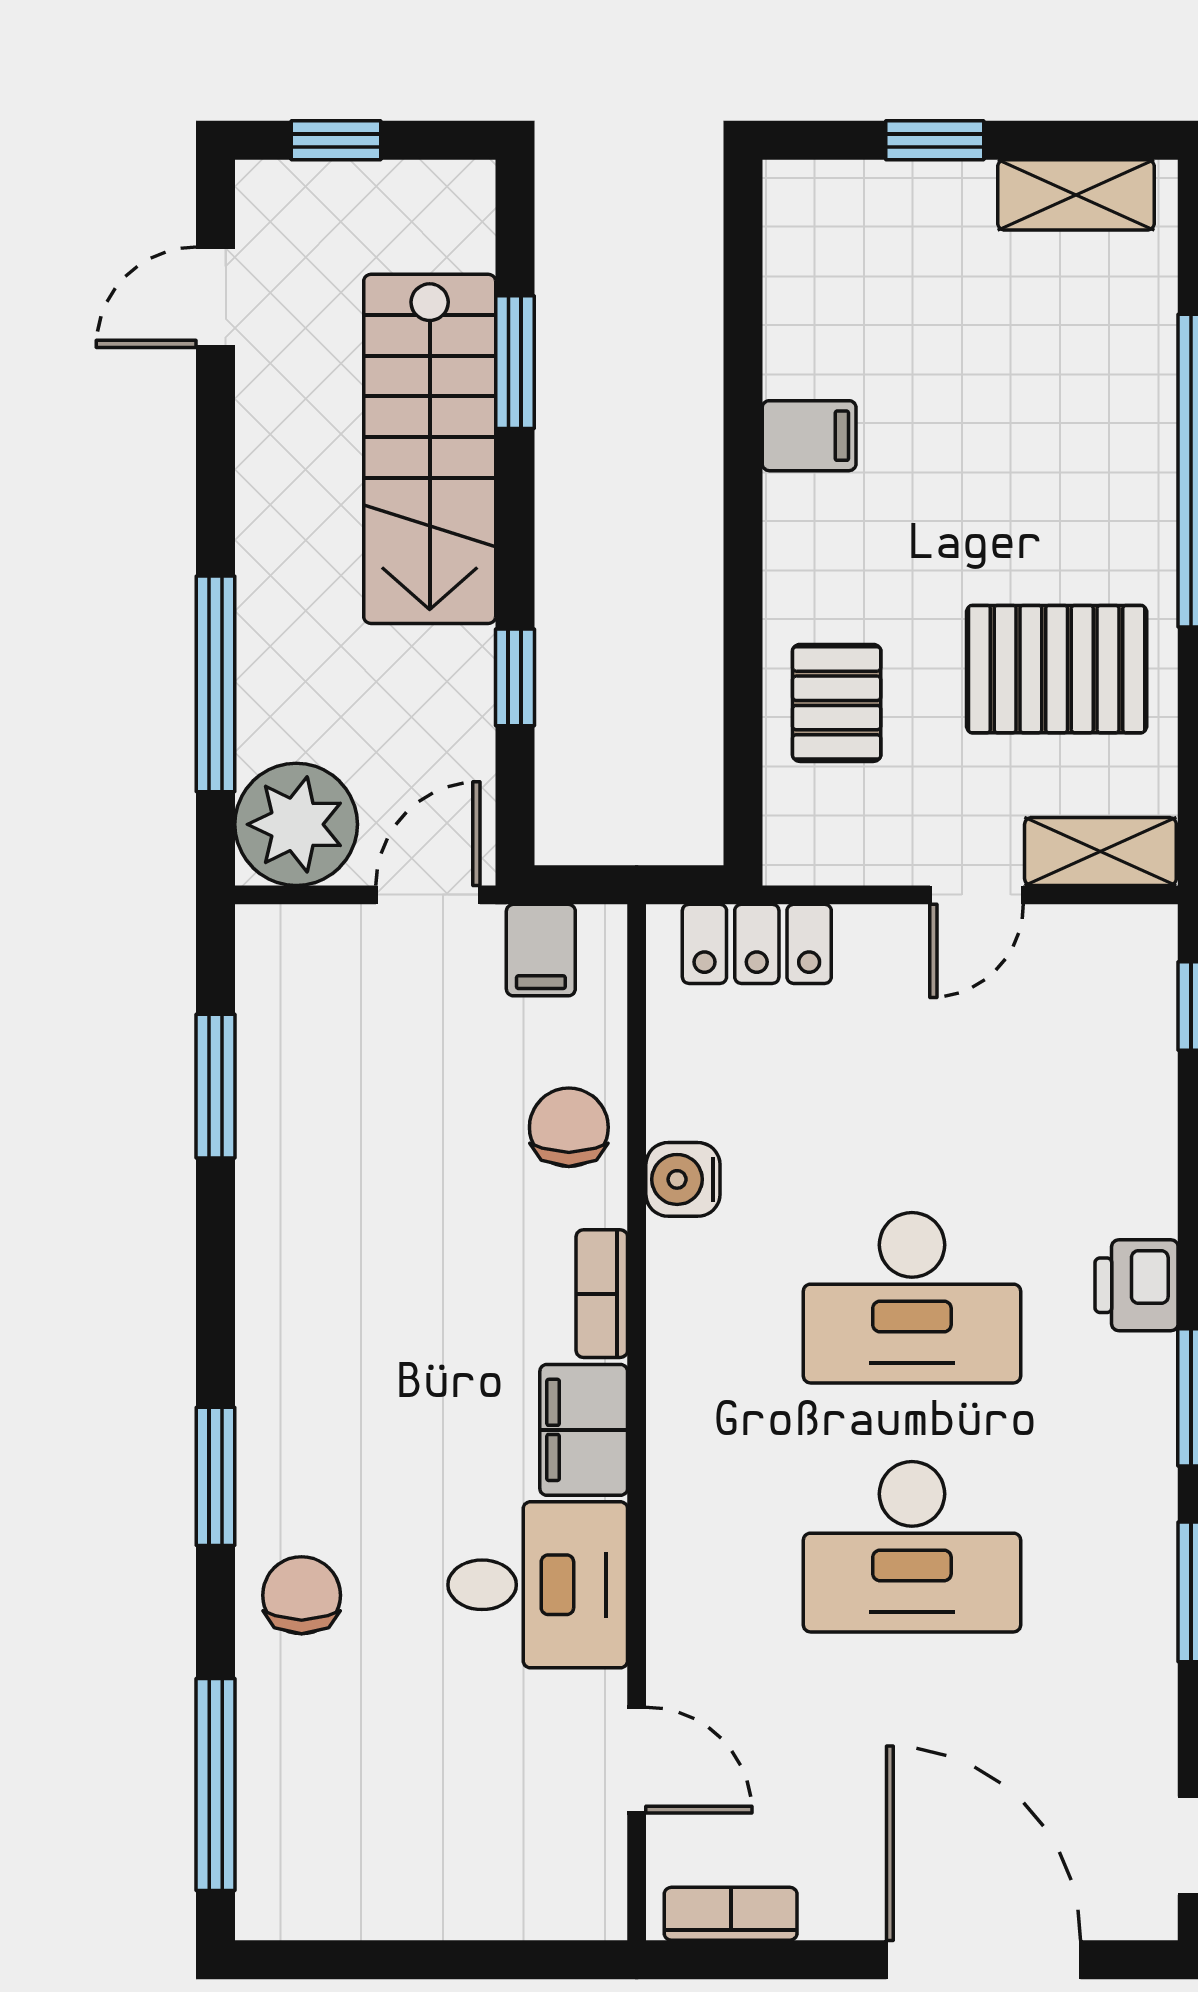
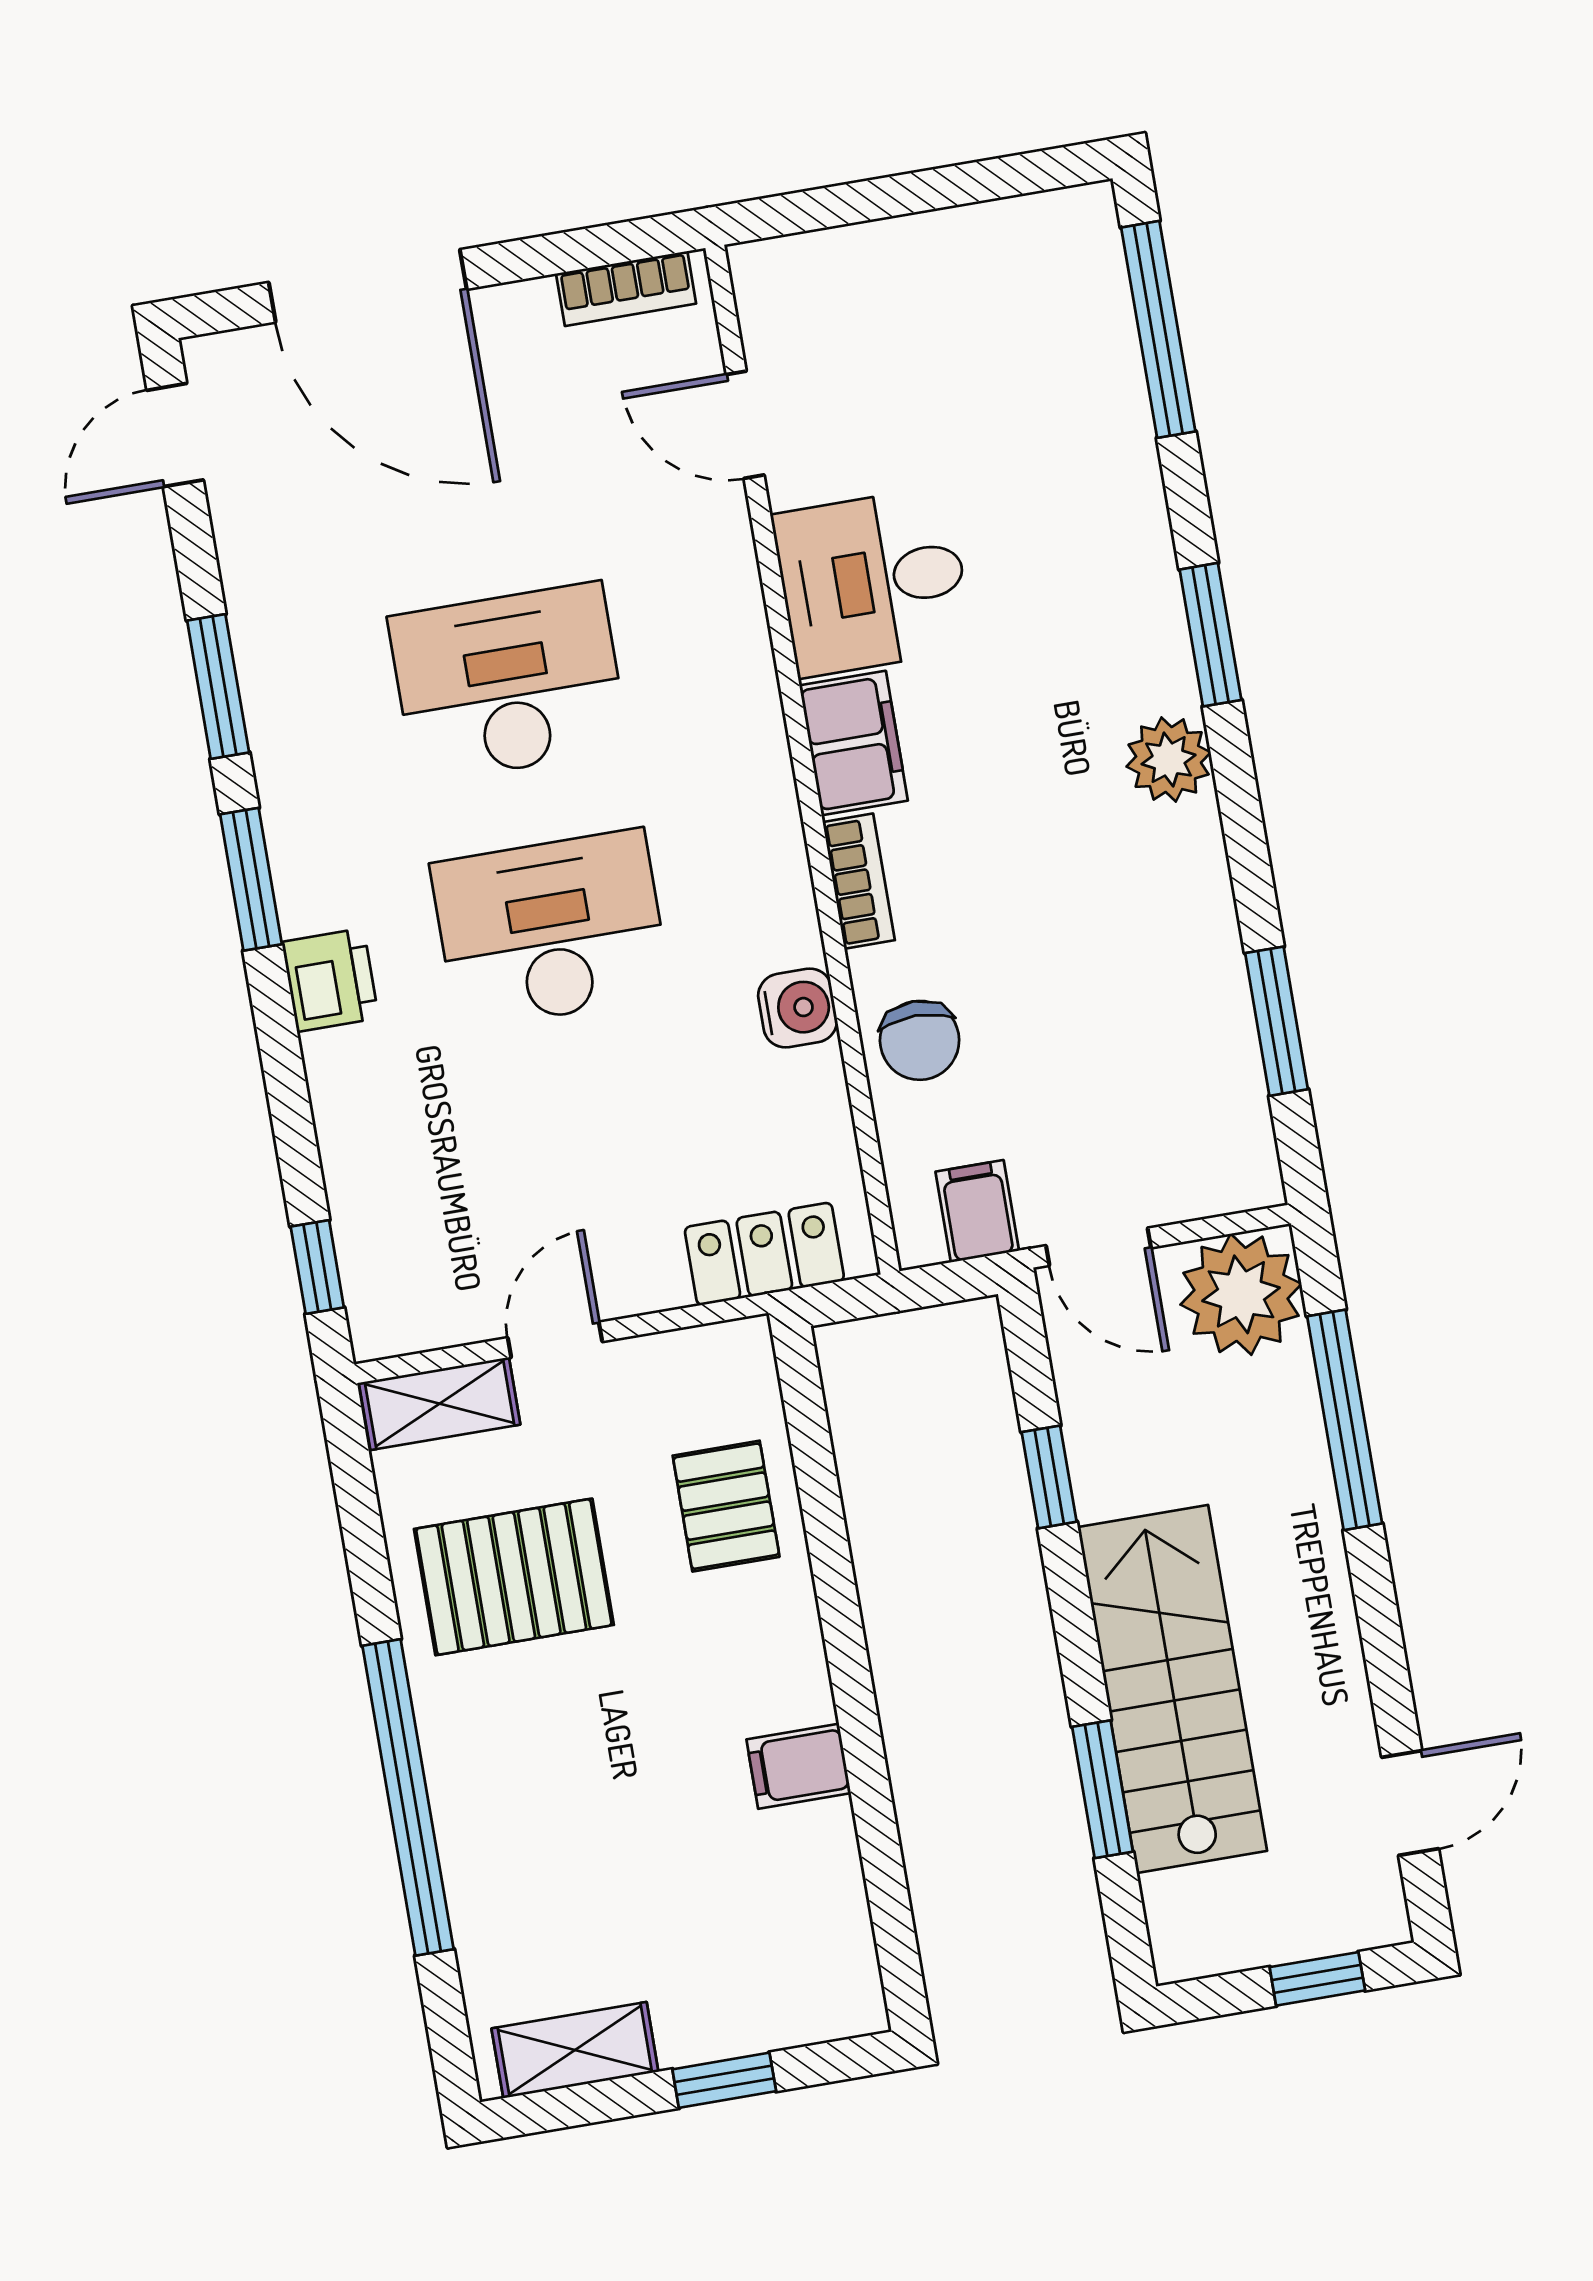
door: (428, 895) -> (1098, 1247), hinge flipped
plant: (278, 1361) -> (1169, 759), added
chair: (302, 1595) -> (1105, 531), removed

